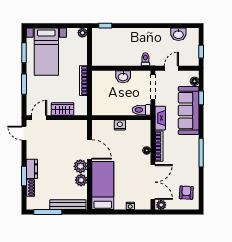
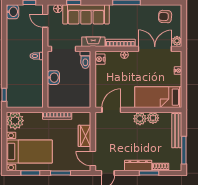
plant: (82, 33) -> (15, 121), width x1.87, depth x1.87
washbasin: (178, 34) -> (13, 12), moved
door: (171, 68) -> (45, 21), moved
nightstand: (120, 125) -> (100, 59), moved
door: (90, 149) -> (111, 110), moved
dresser: (32, 169) -> (138, 165), width x1.44

